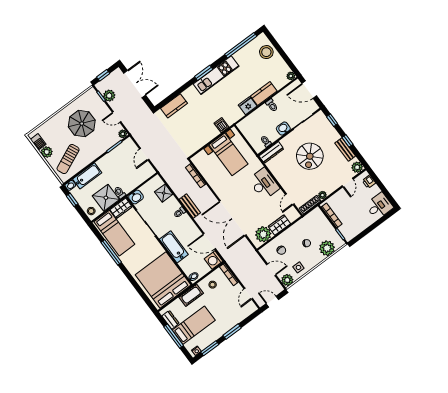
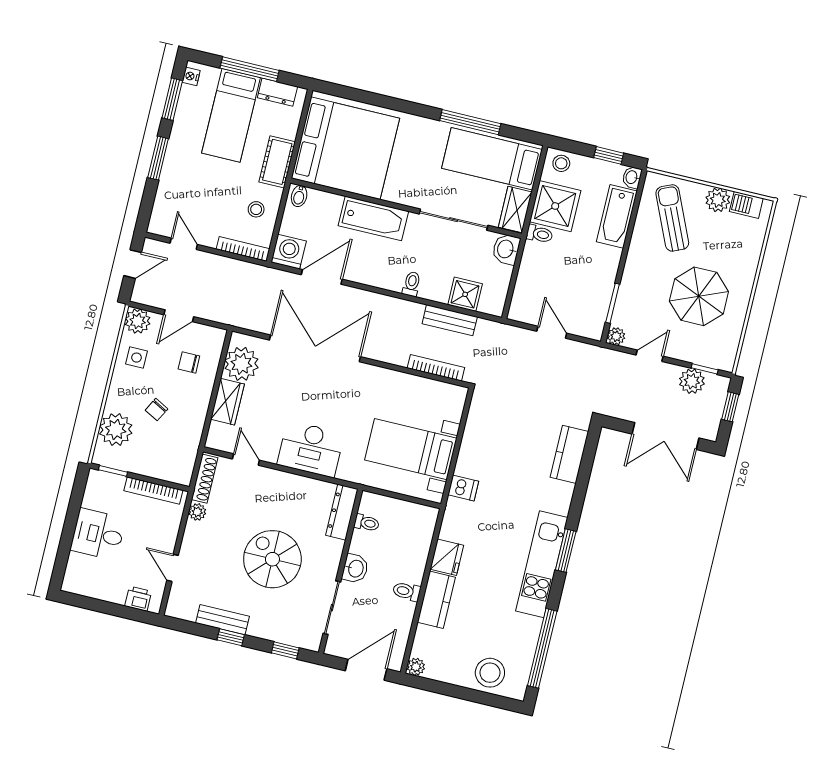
plant: (357, 167) -> (178, 607), removed
bench: (190, 206) -> (450, 320), moved
desk: (379, 206) -> (98, 534), moved, turned 90

